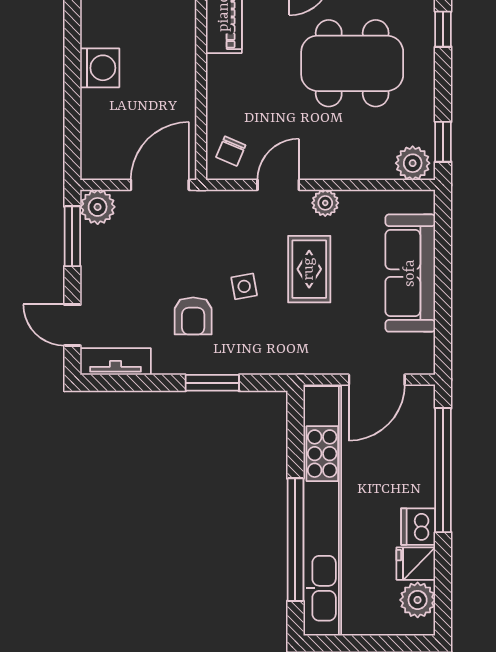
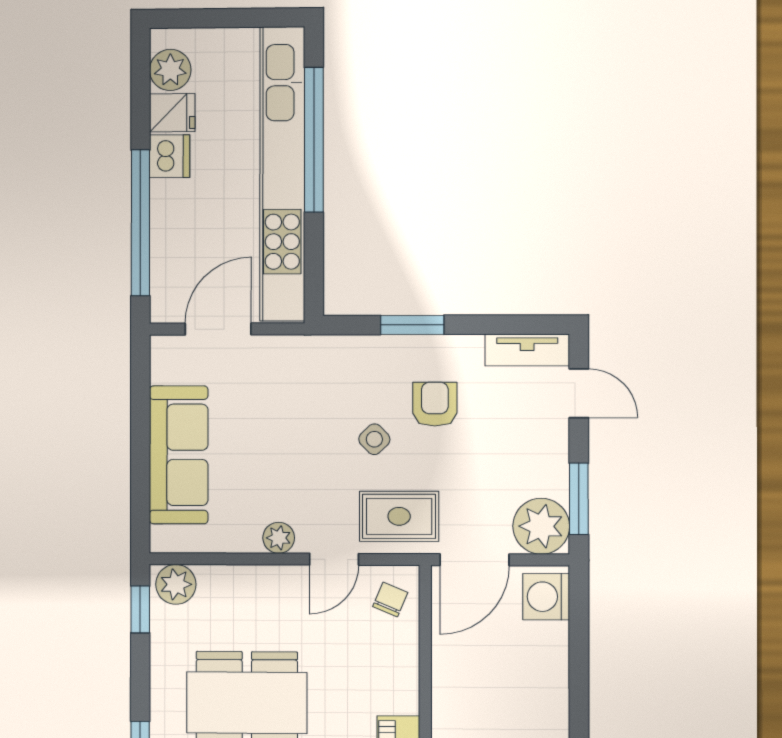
washing machine: (100, 68) -> (546, 597), moved
plant: (98, 207) -> (541, 526), width x1.36, depth x1.36
rug: (309, 269) -> (399, 516), moved, turned 90
side table: (244, 286) -> (374, 439), turned -34

